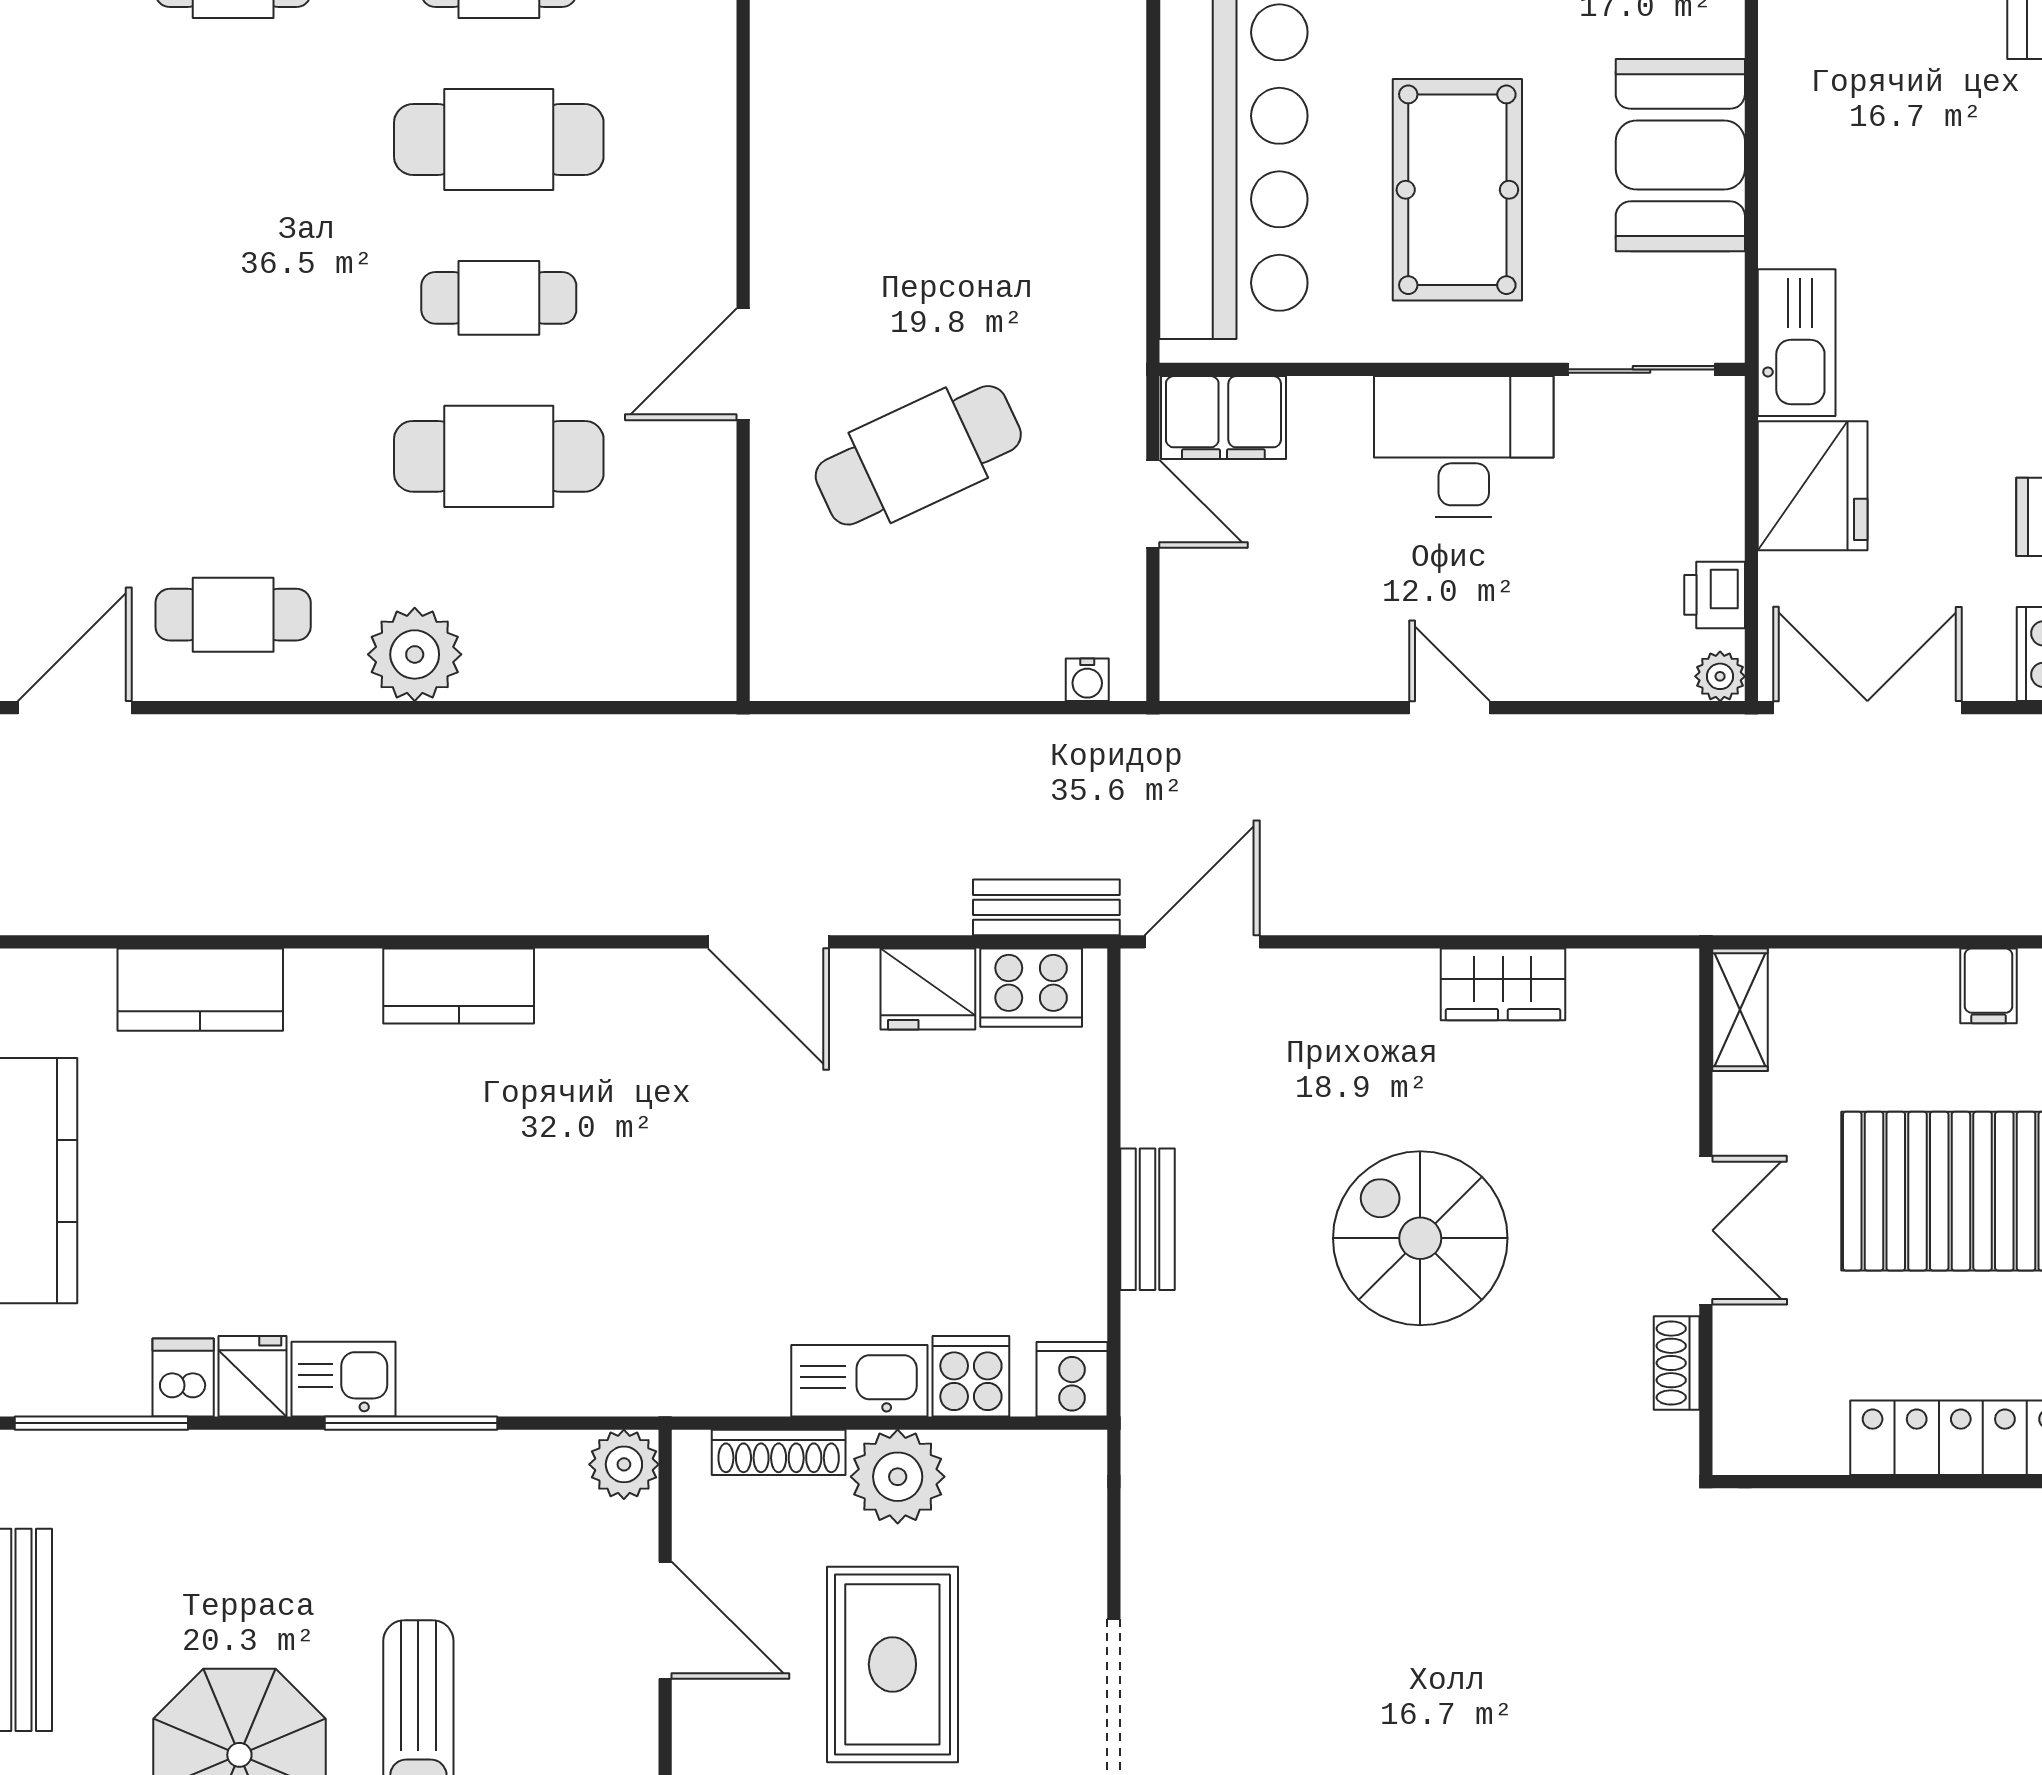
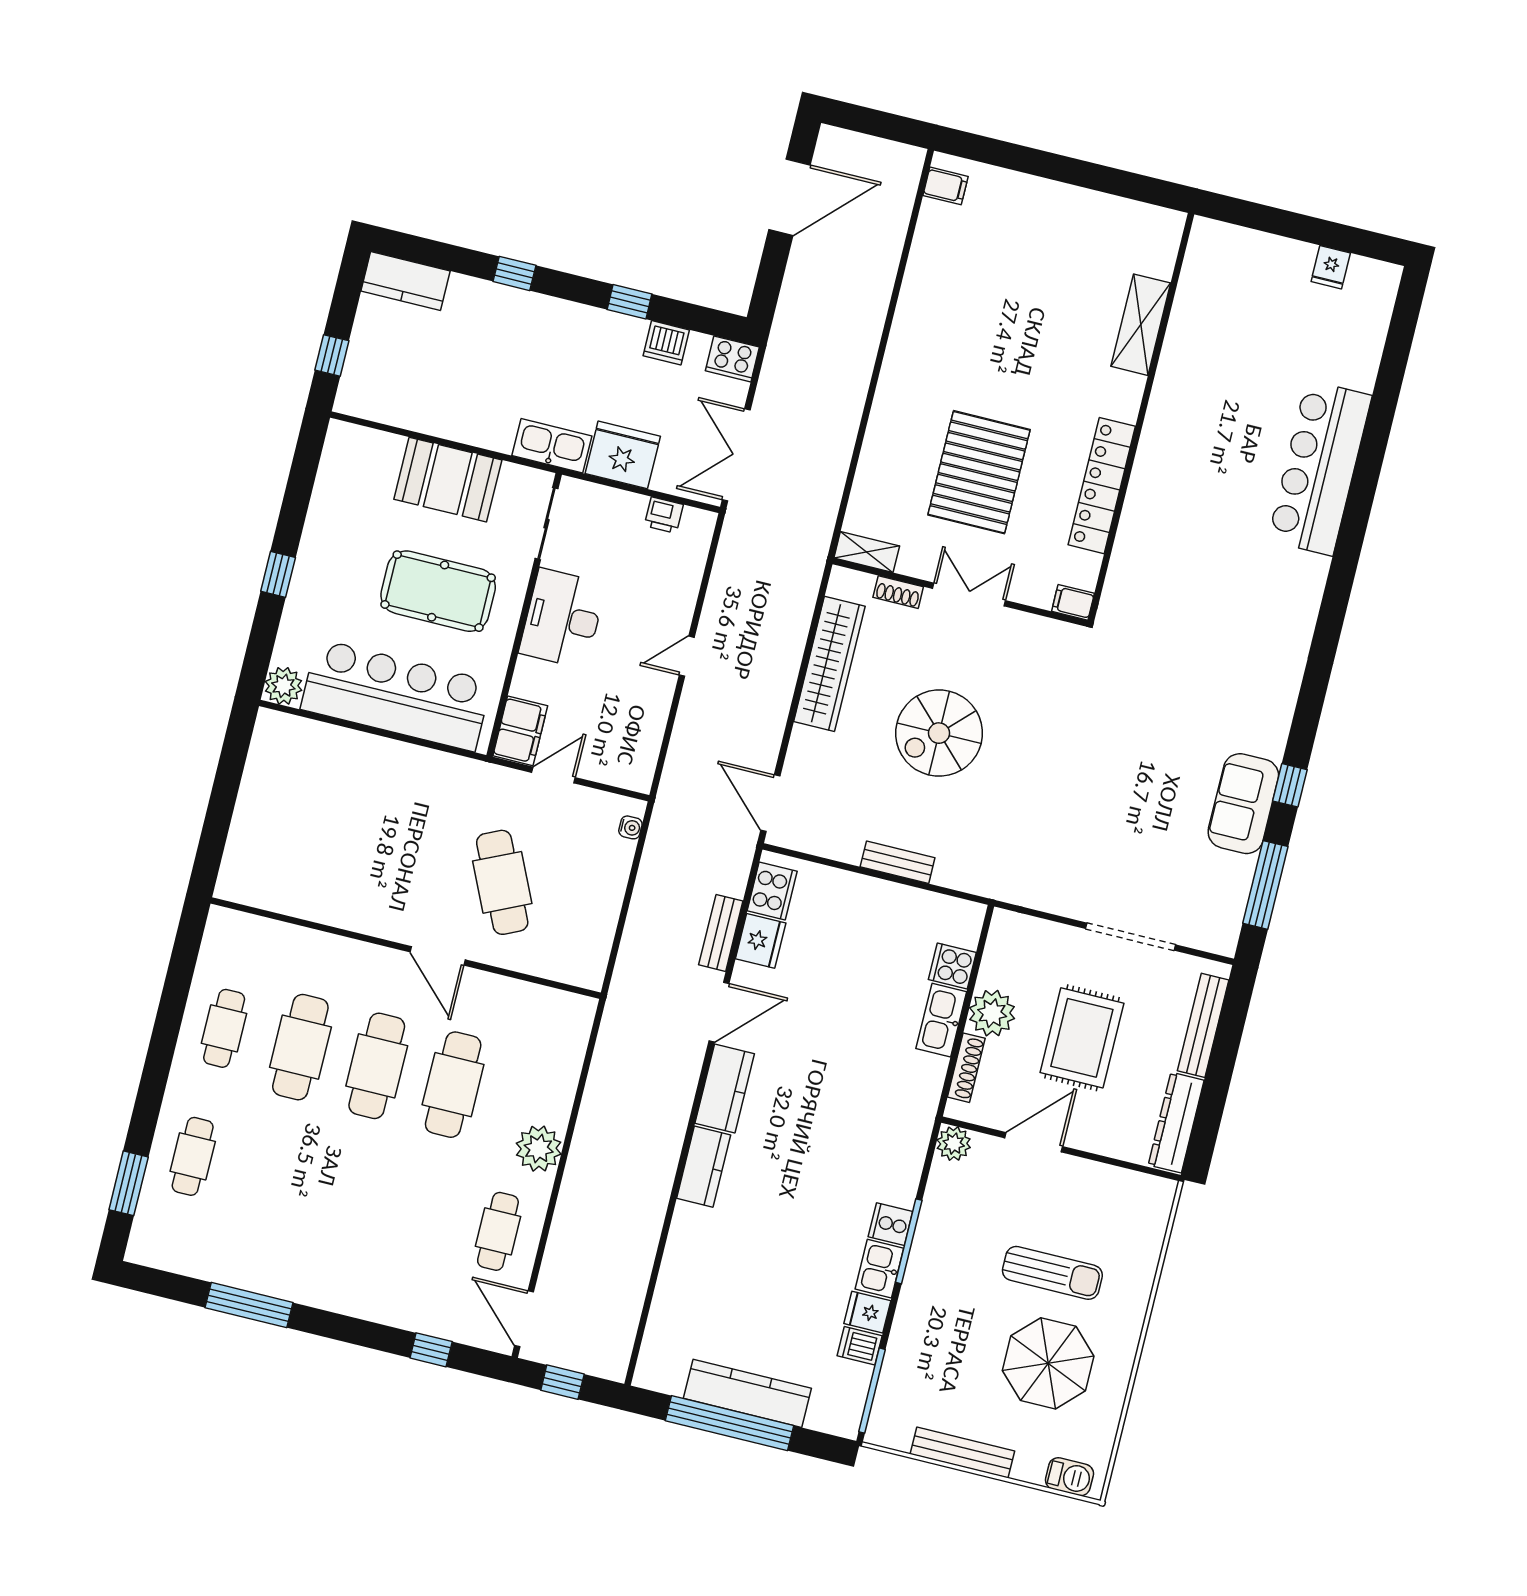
cafe table: (499, 298) -> (377, 1066), width x1.37, depth x1.35
plant: (1720, 676) -> (704, 522), removed
bench: (1046, 907) -> (721, 933), moved
wardrobe: (1503, 984) -> (829, 664), width x2.10, depth x1.17
filing cabinet: (1989, 986) -> (1073, 602), moved, turned 180
kitchen counter: (200, 990) -> (725, 1088), moved
shoe rack: (1677, 1363) -> (898, 592), moved
cooker: (1072, 1379) -> (890, 1224), moved
rug: (892, 1664) -> (1082, 1038), turned 90

